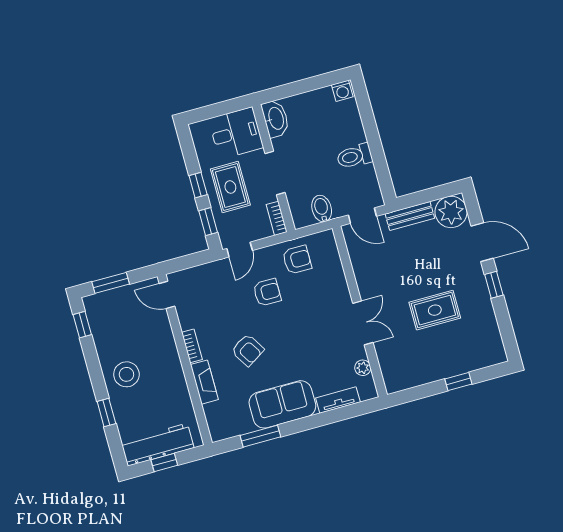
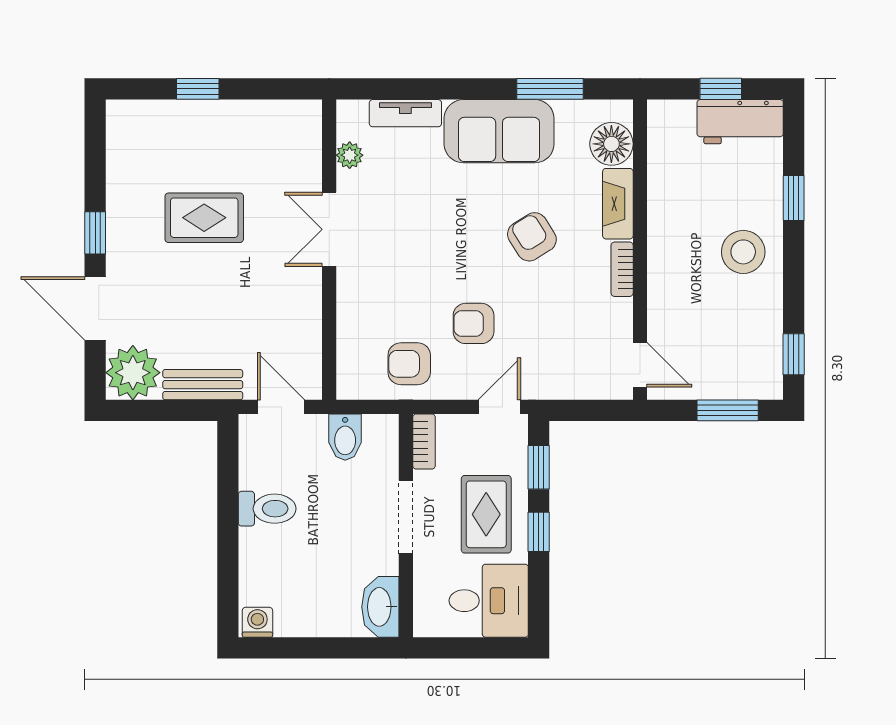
desk: (236, 133) -> (489, 601), moved, turned 180
floor lamp: (217, 415) -> (611, 144), added
workbench: (157, 445) -> (740, 122), width x0.73

